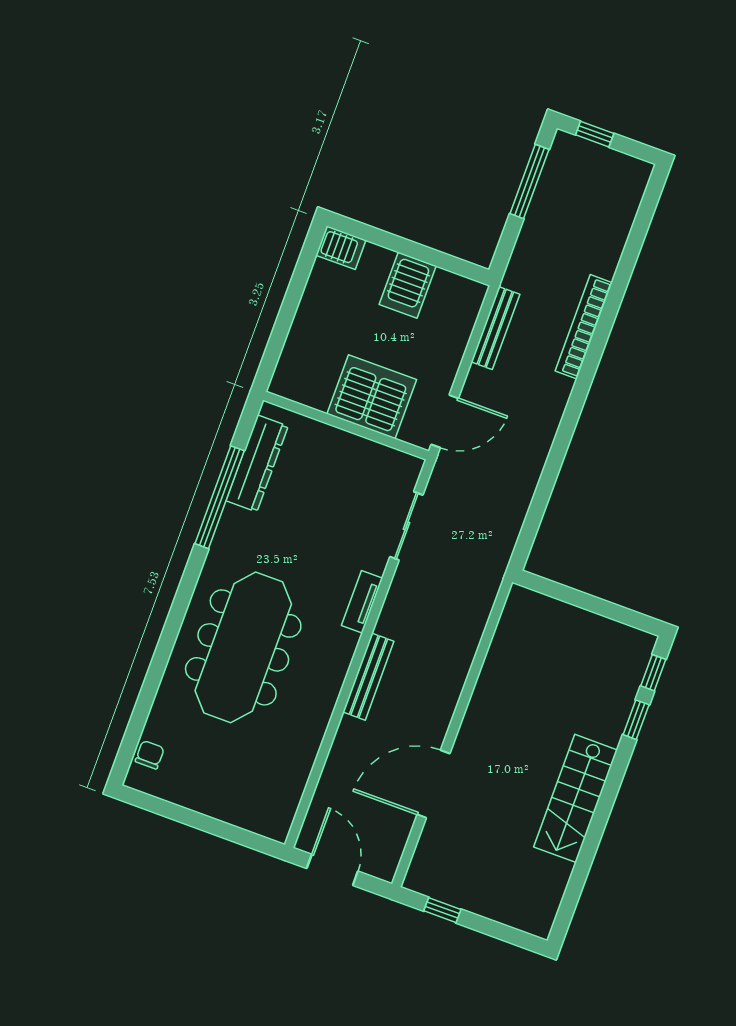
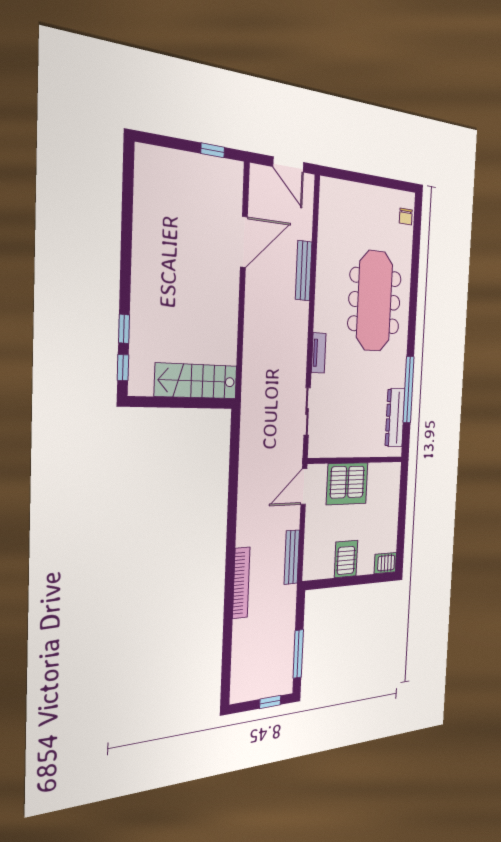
bench: (368, 677) -> (304, 271), moved
stairs: (575, 798) -> (196, 381), moved, turned -90

